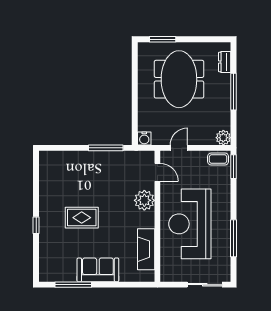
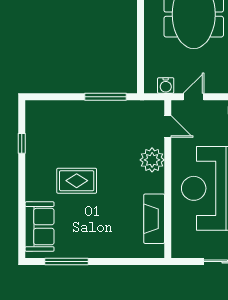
water cooler: (144, 138) -> (166, 85), moved
window: (36, 225) -> (22, 143), moved
sofa: (98, 270) -> (40, 227), moved, turned 90

